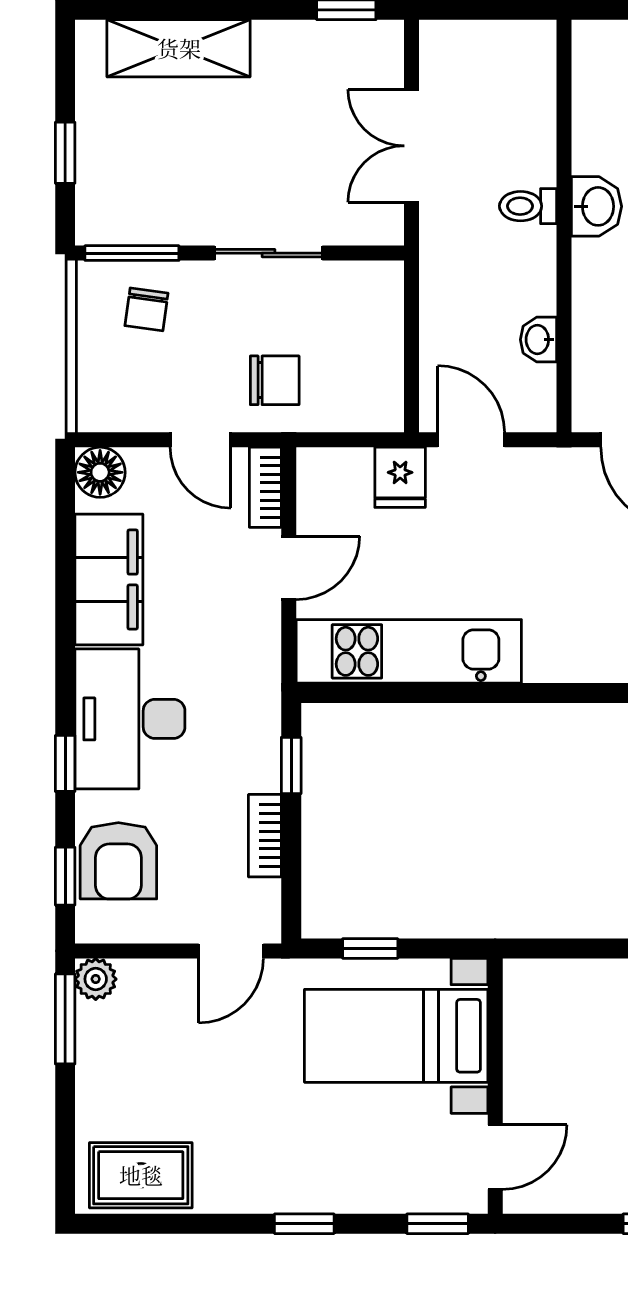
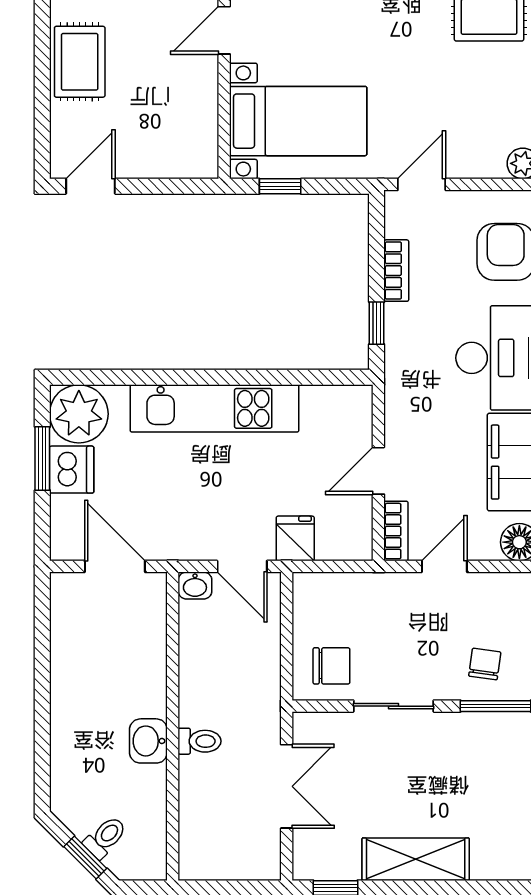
shelving: (179, 48) -> (416, 859), moved
washbasin: (538, 340) -> (195, 586), moved, turned 90
chair: (275, 380) -> (331, 666), moved, turned 180
door: (201, 440) -> (444, 566), hinge flipped
kitchen unit: (409, 651) -> (214, 408), moved
window: (370, 948) -> (280, 186), moved

